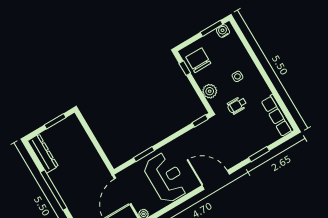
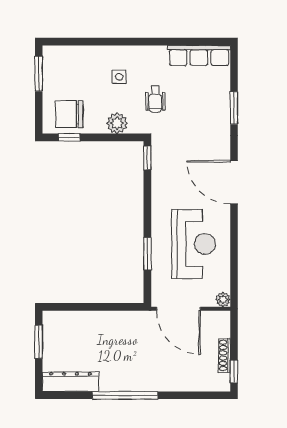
water cooler: (223, 31) -> (51, 61), removed
reception desk: (166, 178) -> (194, 244), turned 90
door: (216, 180) -> (234, 182), hinge flipped

